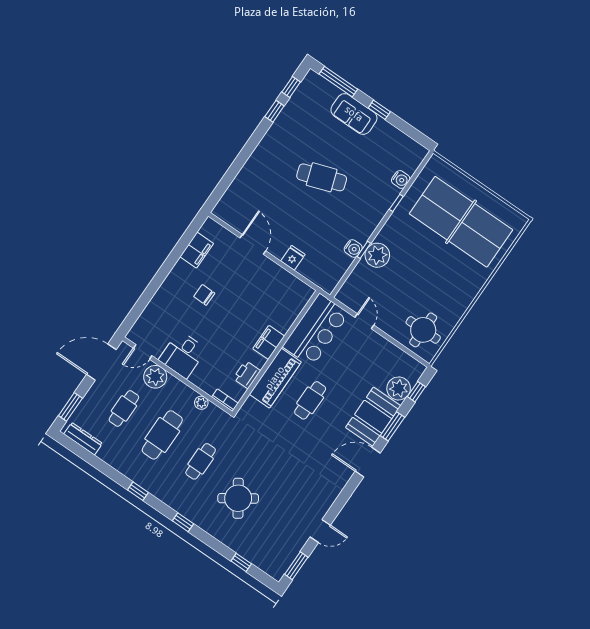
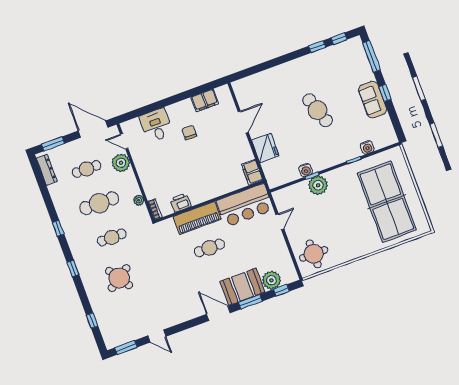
sofa: (354, 114) -> (373, 100), moved
fridge: (293, 258) -> (265, 148), width x1.88, depth x1.34
filing cabinet: (269, 342) -> (252, 172), moved, turned -90
desk: (183, 355) -> (156, 125), moved, turned 90

